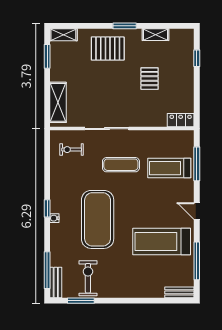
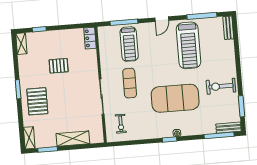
shelving: (156, 35) -> (21, 44), moved
shelving: (58, 102) -> (73, 139), moved
exercise bike: (88, 278) -> (221, 86), moved

